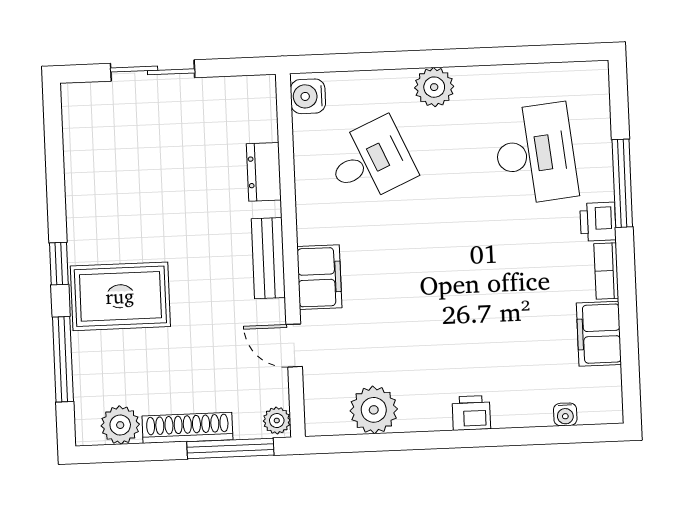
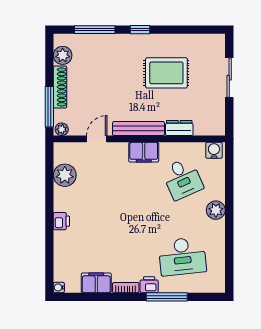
bench: (268, 258) -> (138, 129), width x1.36
filing cabinet: (319, 277) -> (144, 152), moved
rug: (120, 296) -> (166, 73), moved, turned 90
water cooler: (565, 414) -> (59, 287), moved

